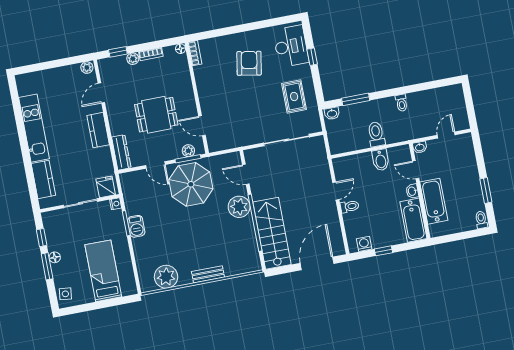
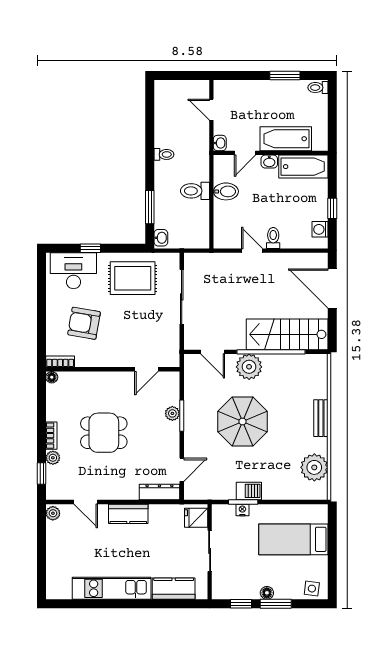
floor lamp: (180, 49) -> (52, 377), moved
bookcase: (195, 53) -> (60, 362), moved
rug: (294, 97) -> (133, 278), width x1.36, depth x1.43
wall: (197, 98) -> (113, 369), moved
dining table: (156, 115) -> (104, 433), moved, turned 90
door: (202, 126) -> (146, 369), moved
door: (155, 165) -> (182, 470), moved
door: (246, 174) -> (213, 352), hinge flipped
parasol: (191, 184) -> (242, 422), moved
nightstand: (116, 204) -> (242, 510), moved

